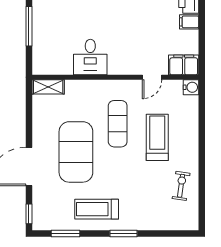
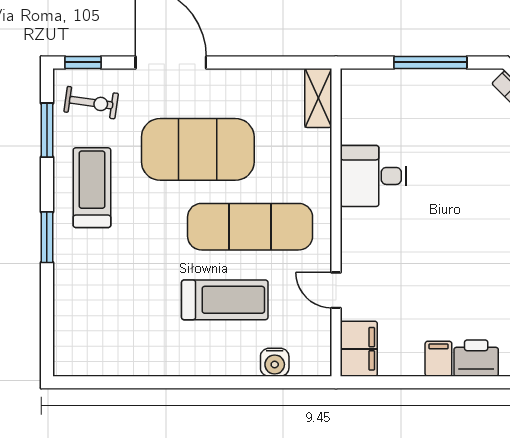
water cooler: (191, 87) -> (275, 362), moved
exercise mat: (118, 124) -> (250, 227), width x1.36, depth x1.45
exercise bike: (181, 186) -> (91, 103), moved

